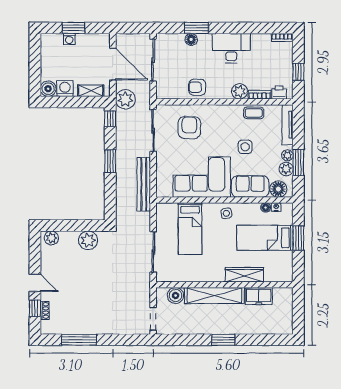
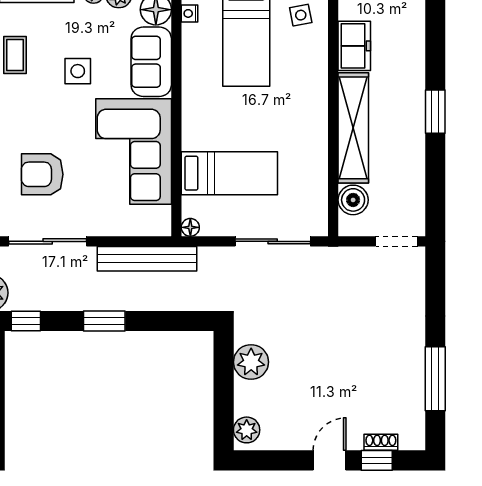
floor lamp: (266, 208) -> (190, 227), moved
side table: (226, 213) -> (301, 15), moved
wardrobe: (244, 275) -> (315, 72), removed

